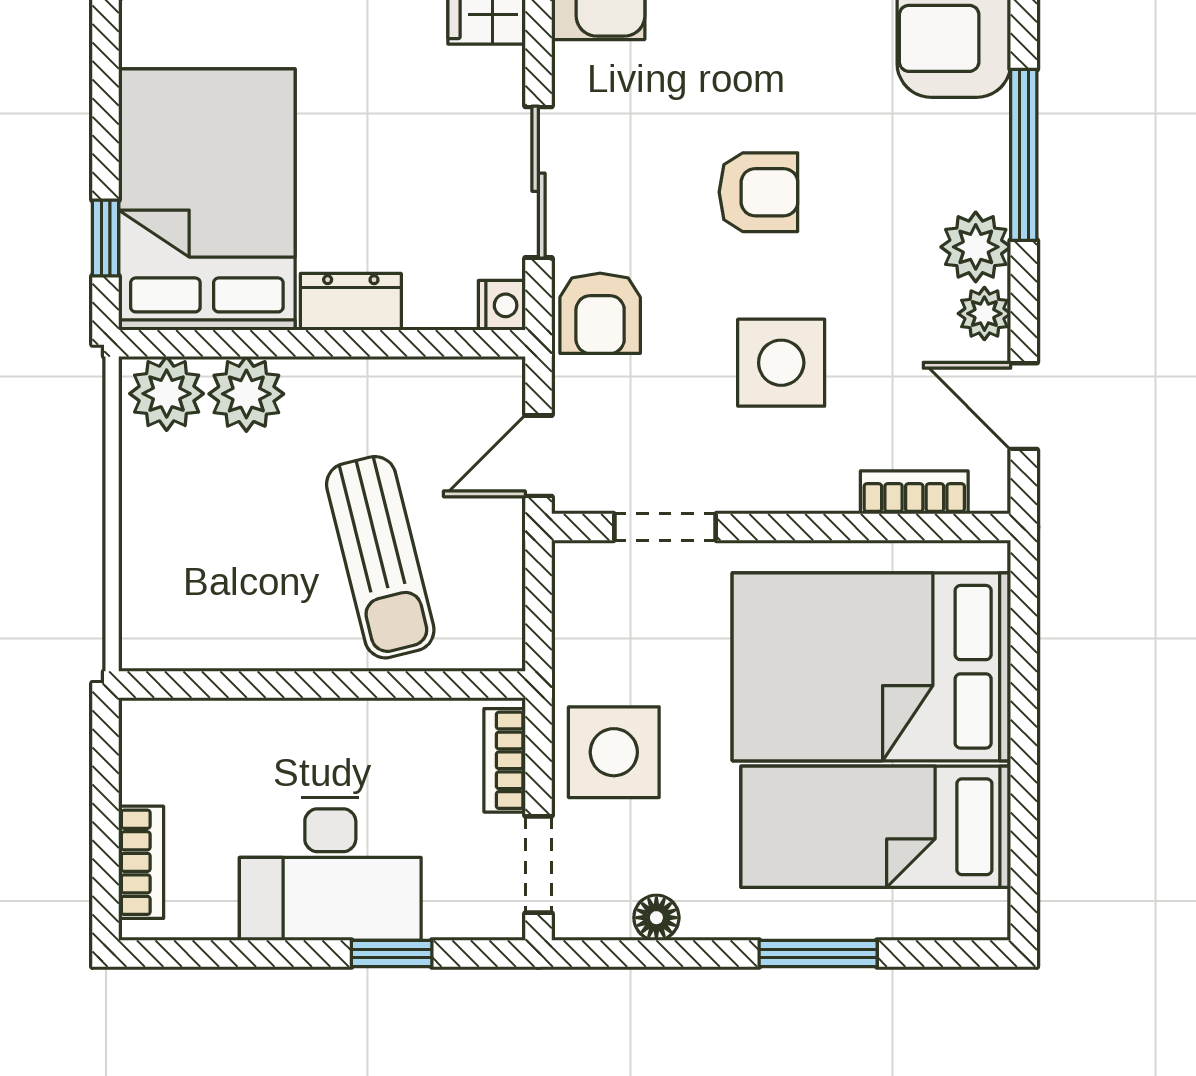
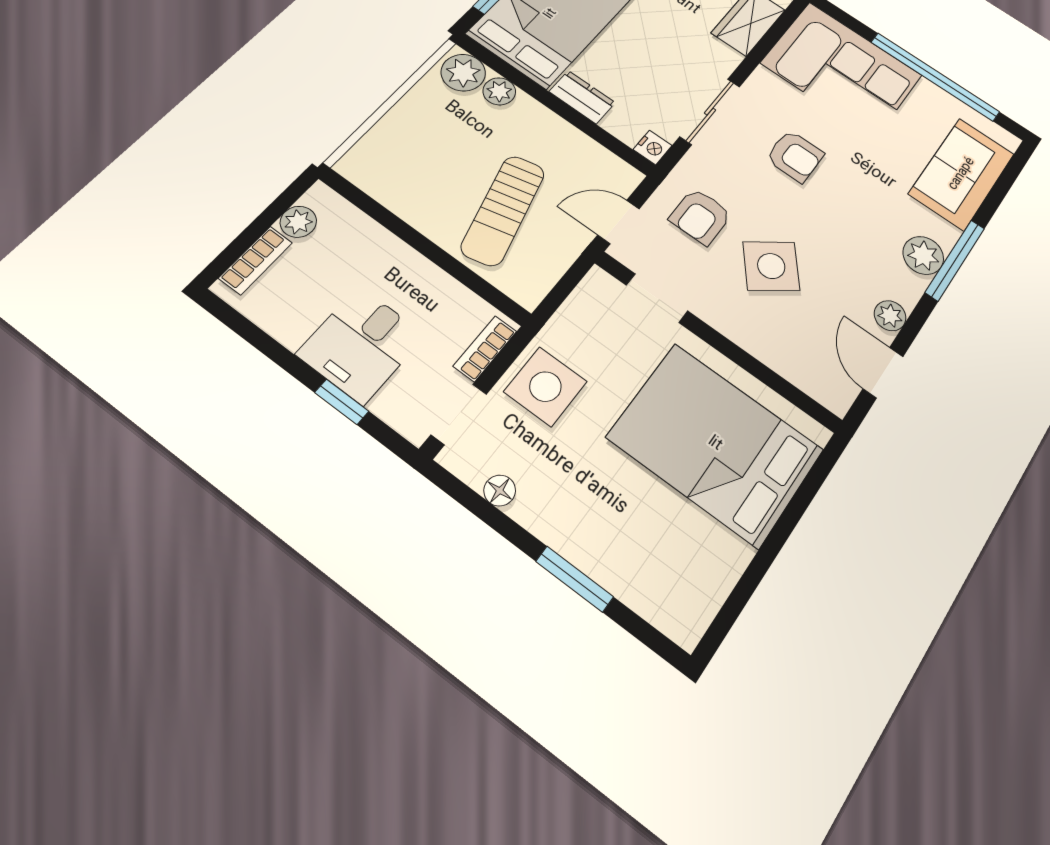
armchair: (758, 192) -> (795, 156), moved
plant: (976, 247) -> (923, 255), moved
armchair: (600, 313) -> (701, 216), moved
side table: (781, 363) -> (771, 266), turned -38
plant: (246, 394) -> (499, 91), width x0.73, depth x0.73
bookcase: (914, 492) -> (798, 373), removed
plant: (146, 774) -> (298, 222), added
bed: (876, 827) -> (658, 531), removed
desk: (330, 869) -> (361, 345), width x0.73

